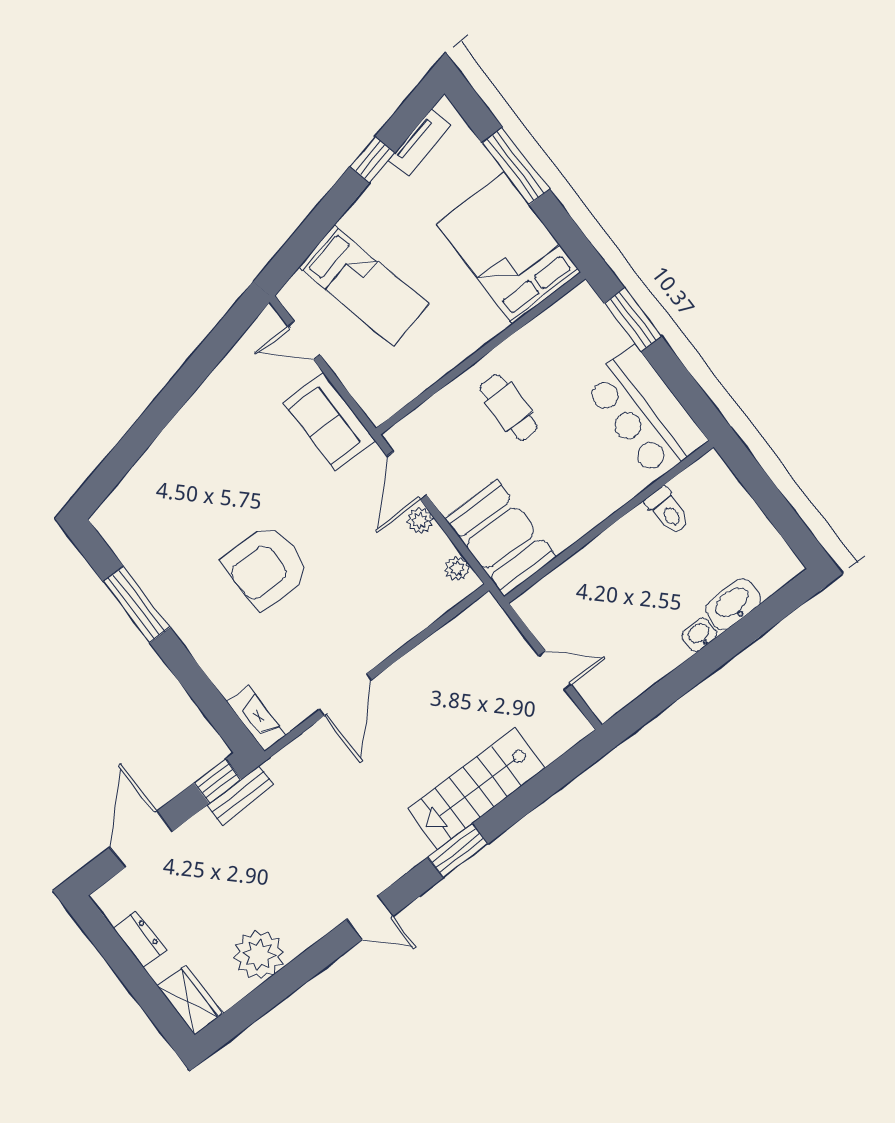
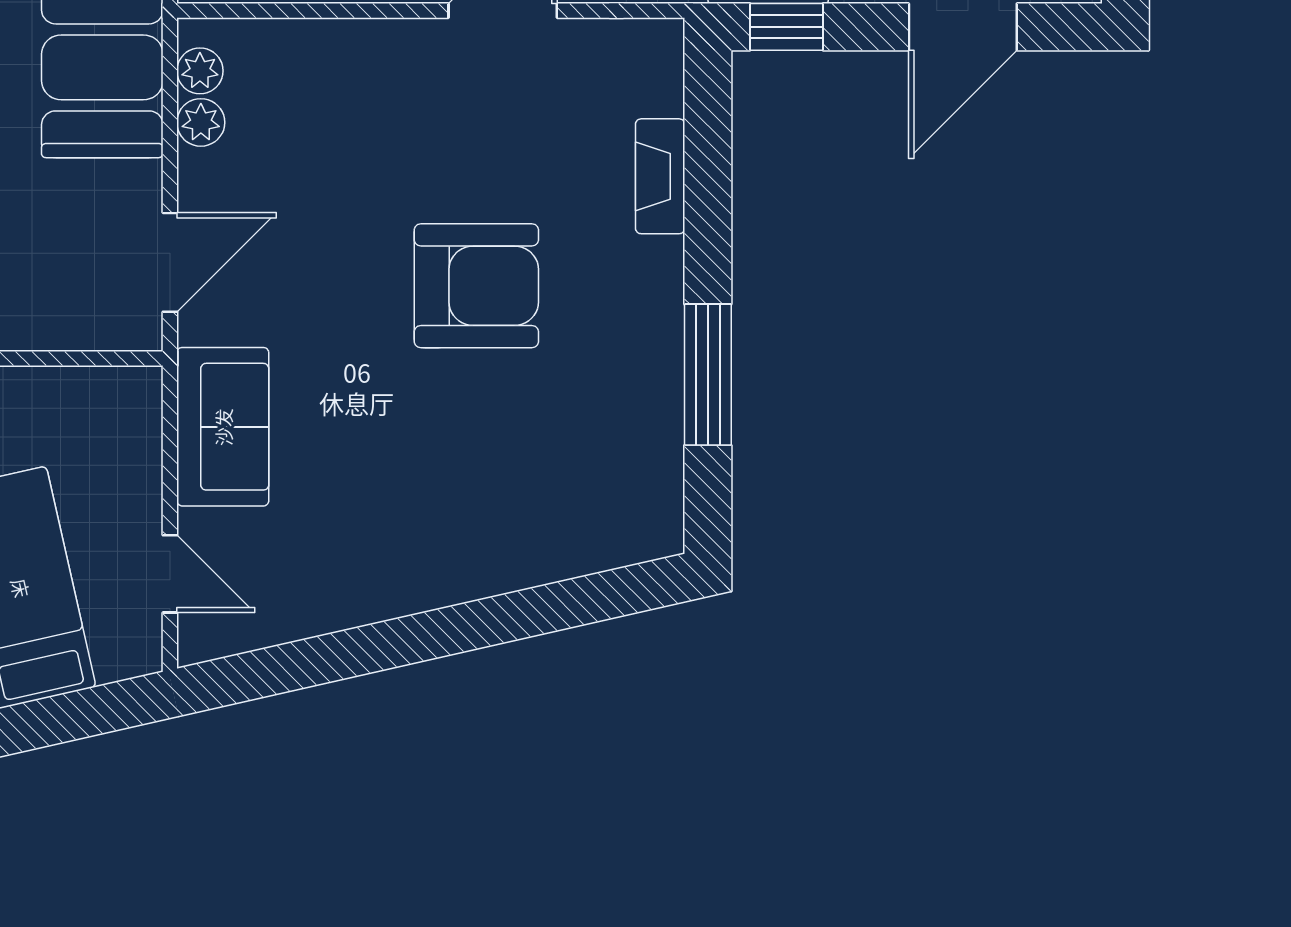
plant: (420, 521) -> (201, 122), moved
fireplace: (256, 719) -> (660, 176), moved

